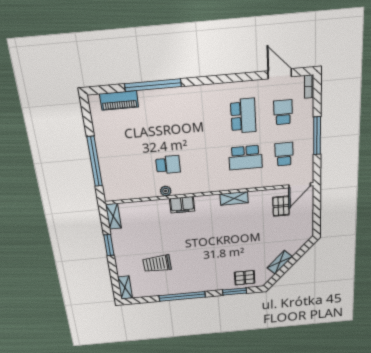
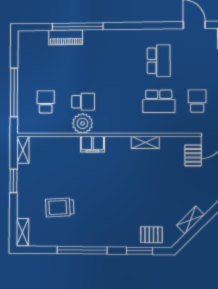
piano: (119, 100) -> (66, 37), moved
school desk: (283, 112) -> (46, 102), moved
plant: (166, 191) -> (82, 123), width x1.87, depth x1.87

